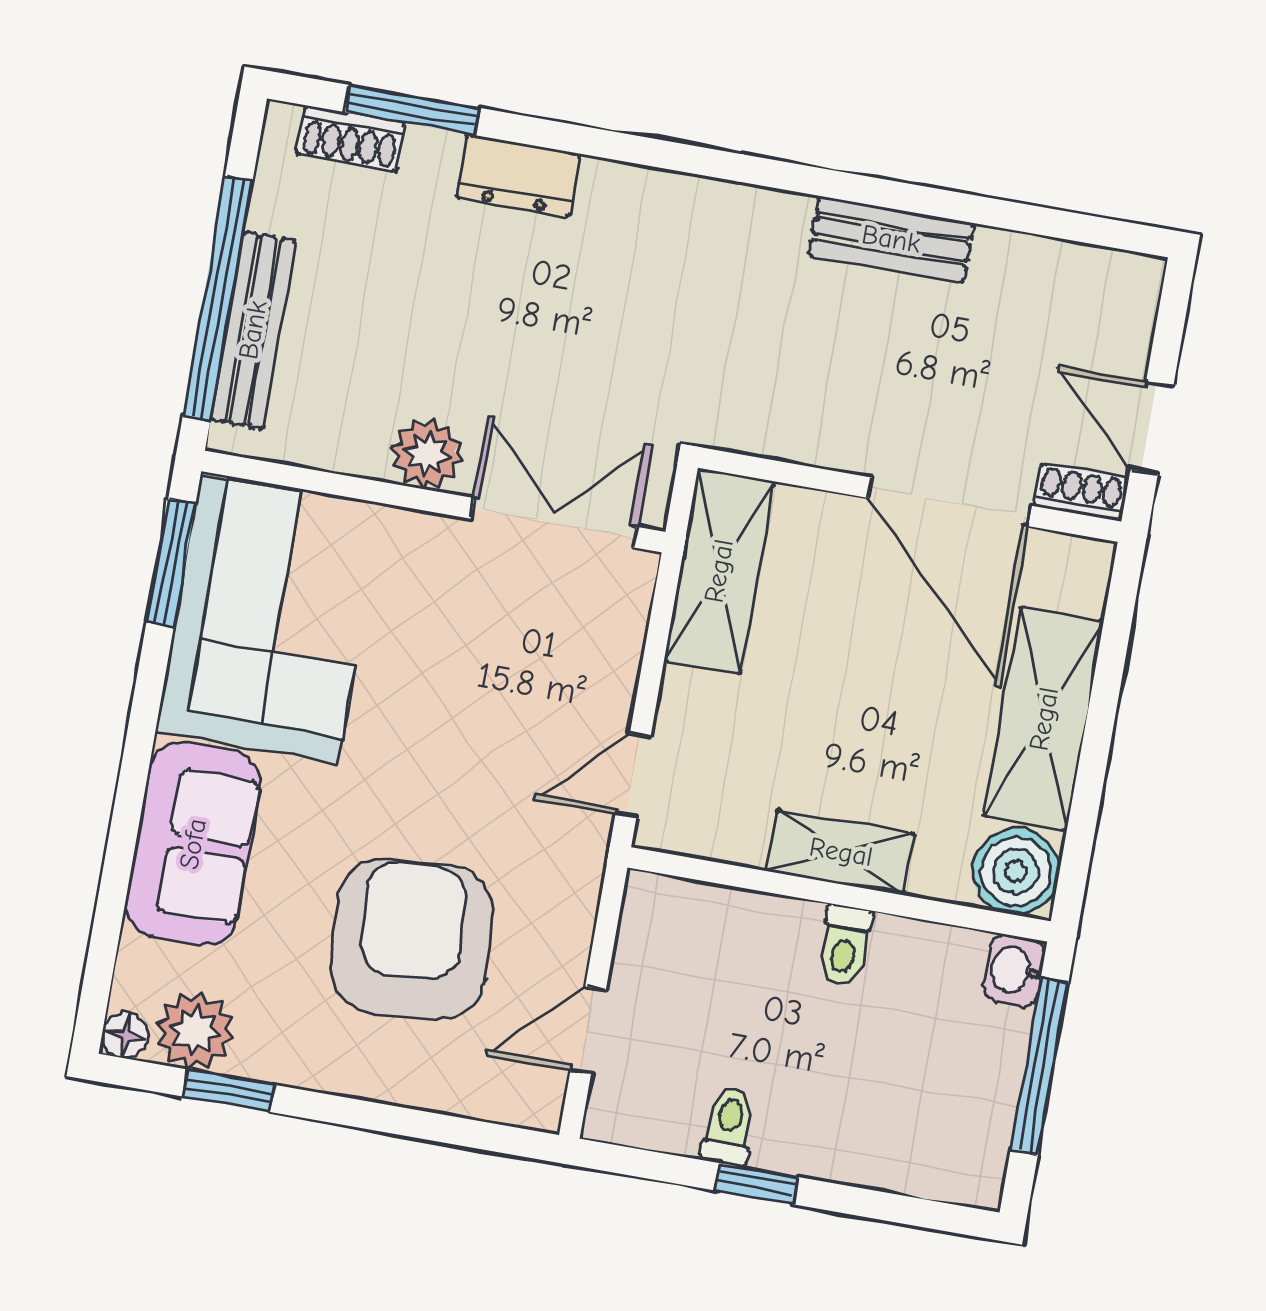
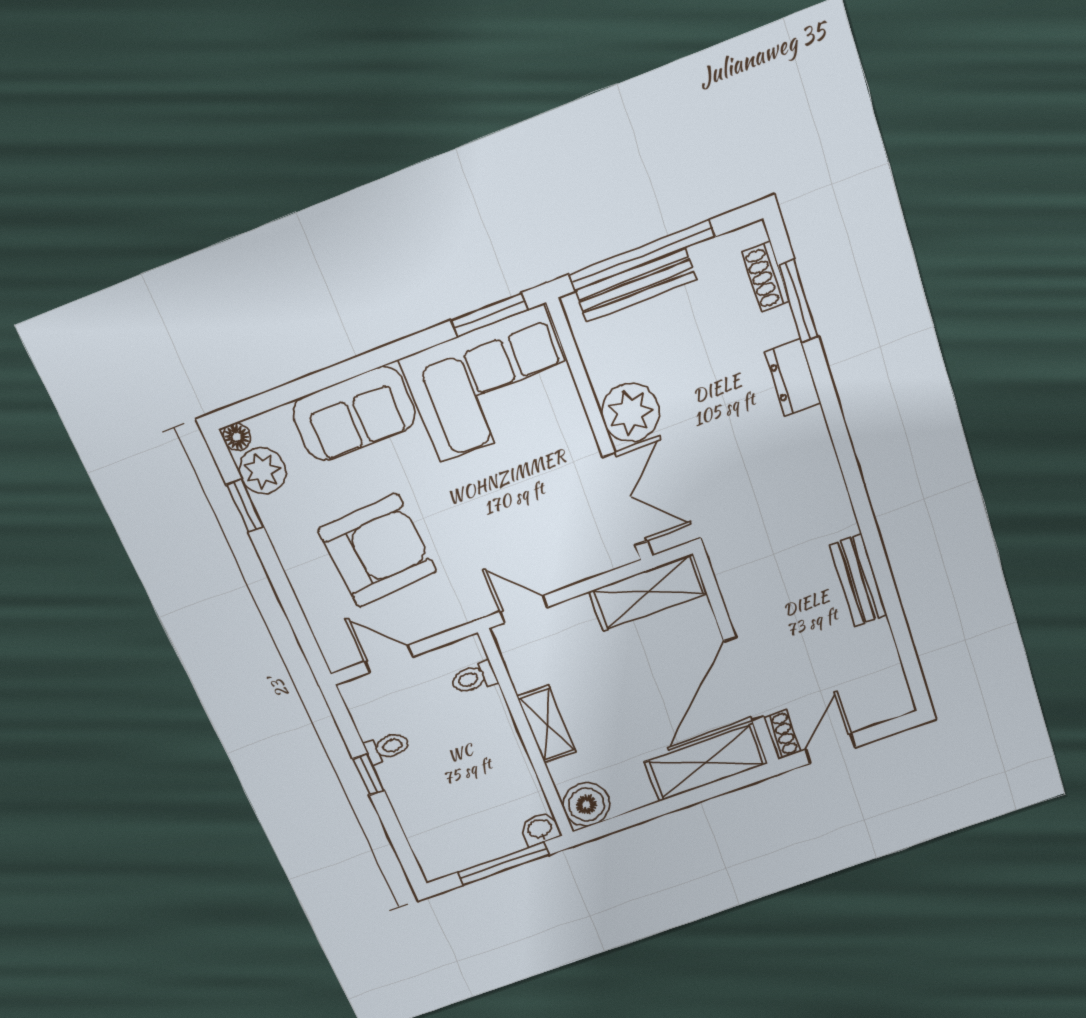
plant: (427, 454) -> (630, 413), width x1.36, depth x1.36
shelving: (1044, 719) -> (706, 763), moved
toilet: (845, 945) -> (474, 678), moved

